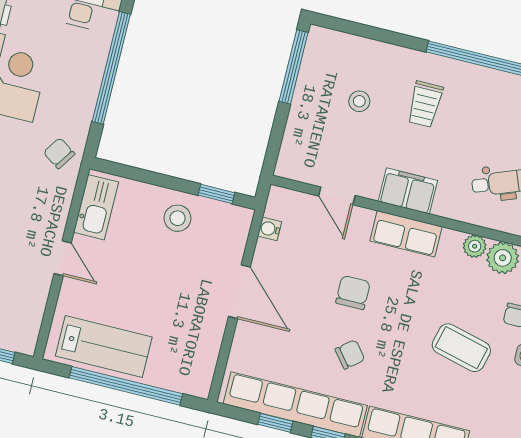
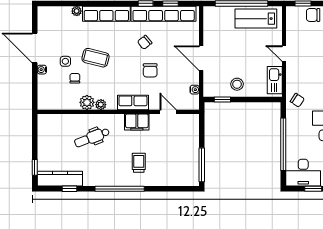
stool: (359, 101) -> (169, 157), removed

